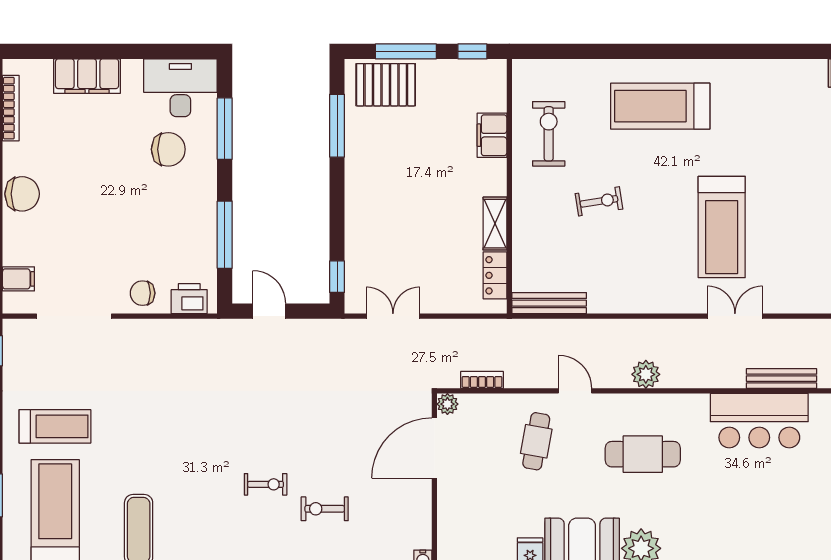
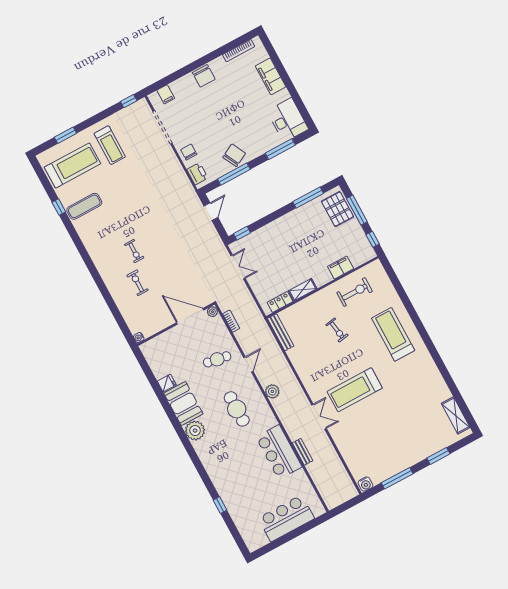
chair: (168, 149) -> (234, 155), moved, turned -117
bench: (781, 379) -> (303, 452), width x0.73

